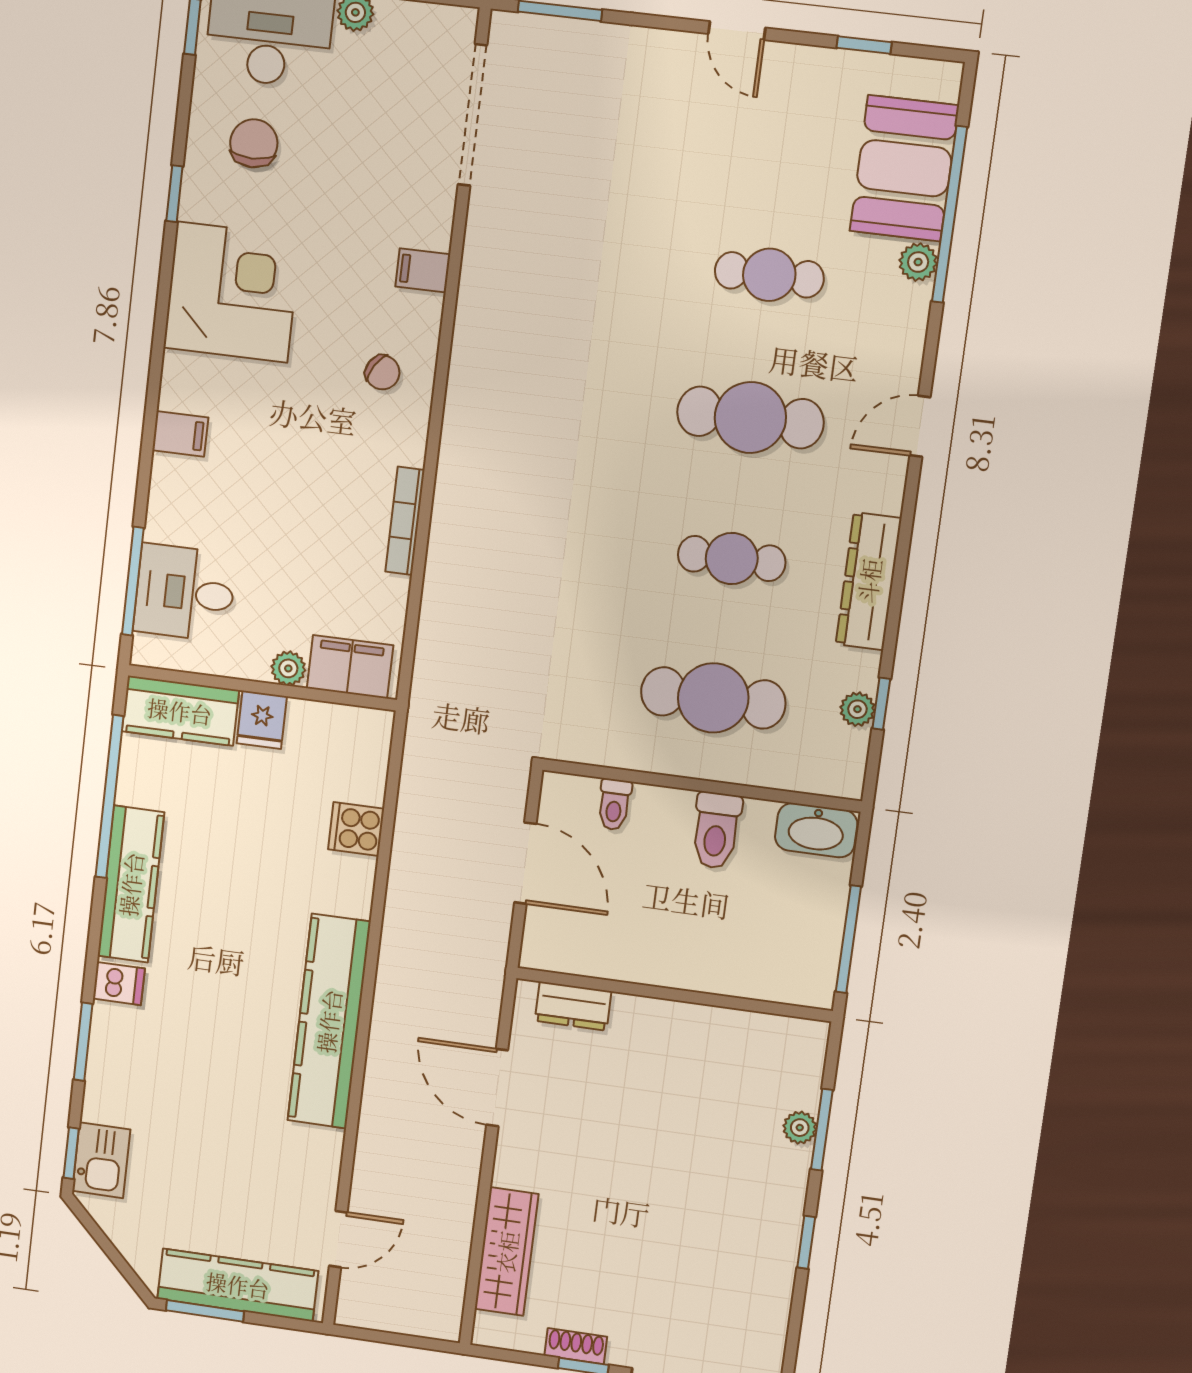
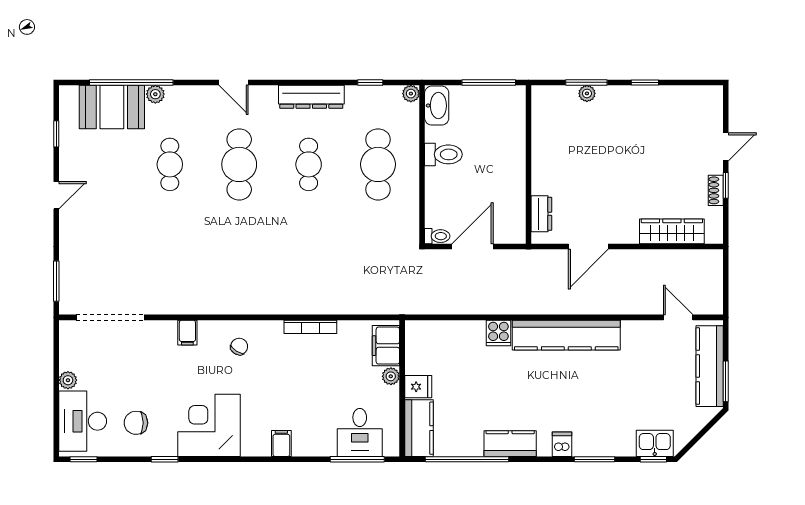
plant: (857, 709) -> (411, 94), moved
toilet: (614, 805) -> (437, 236), moved
cooker: (356, 829) -> (498, 333), moved
kitchen counter: (131, 884) -> (510, 444), width x0.67

